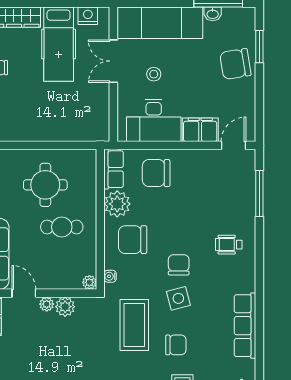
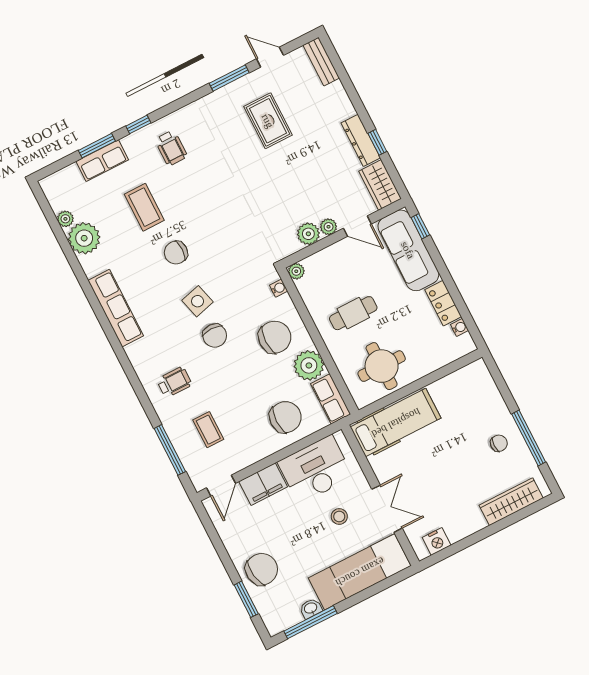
hospital bed: (59, 44) -> (396, 423), moved, turned 90
round table: (45, 185) -> (382, 366), moved
coffee table: (134, 325) -> (208, 430), moved, width x0.54, depth x0.58

